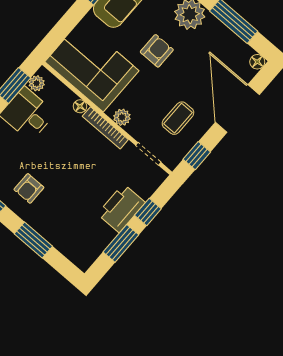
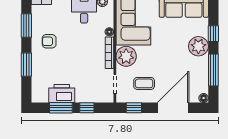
armchair: (157, 51) -> (167, 46), removed
plant: (122, 117) -> (126, 56), width x1.88, depth x1.88
printer: (121, 208) -> (62, 93), moved

